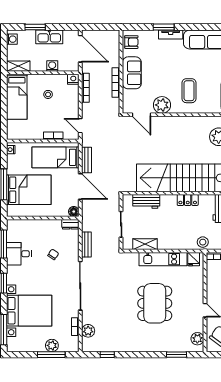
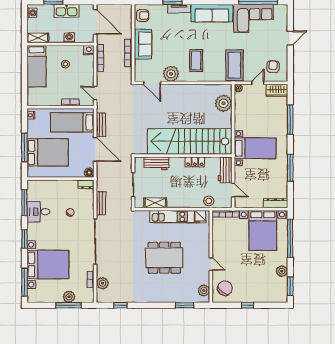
dining table: (155, 303) -> (164, 258), turned 90

